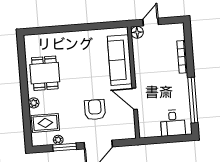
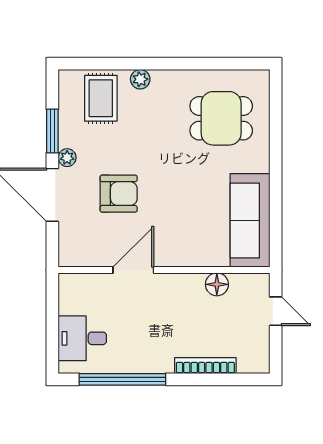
floor lamp: (137, 32) -> (217, 284), moved
sofa: (120, 60) -> (250, 220), moved, turned -90
dining table: (45, 73) -> (221, 118), moved
plant: (58, 140) -> (67, 158), moved

